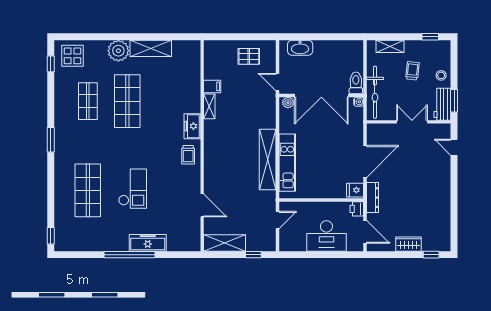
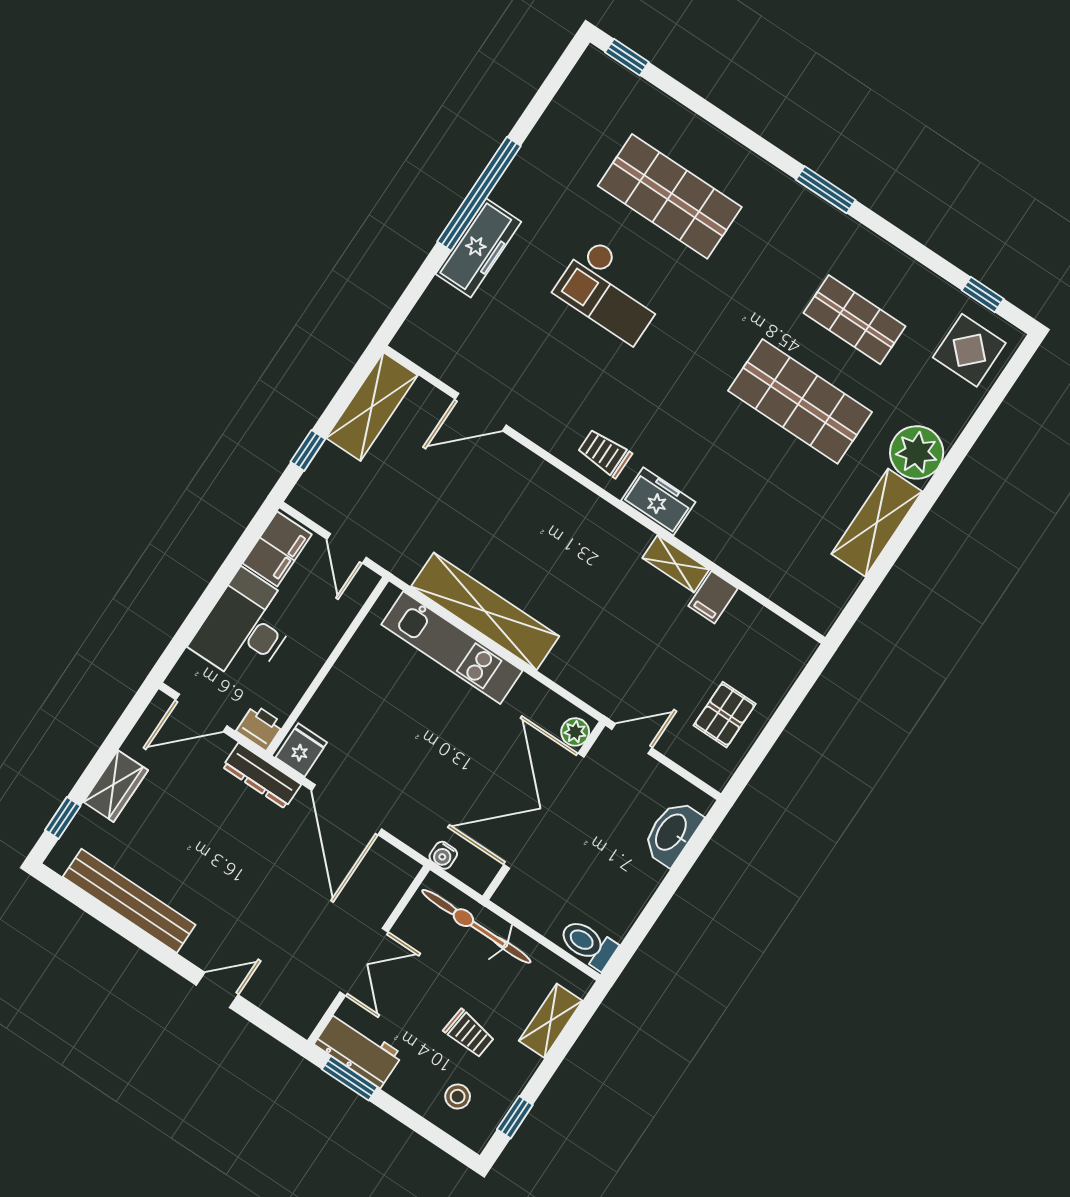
stool: (441, 75) -> (458, 1097), moved
toilet: (356, 83) -> (588, 944), moved, turned 180
water cooler: (359, 102) -> (443, 855), moved
door: (454, 147) -> (217, 990), moved
bench: (444, 214) -> (129, 901), added
filing cabinet: (293, 243) -> (277, 549), added

